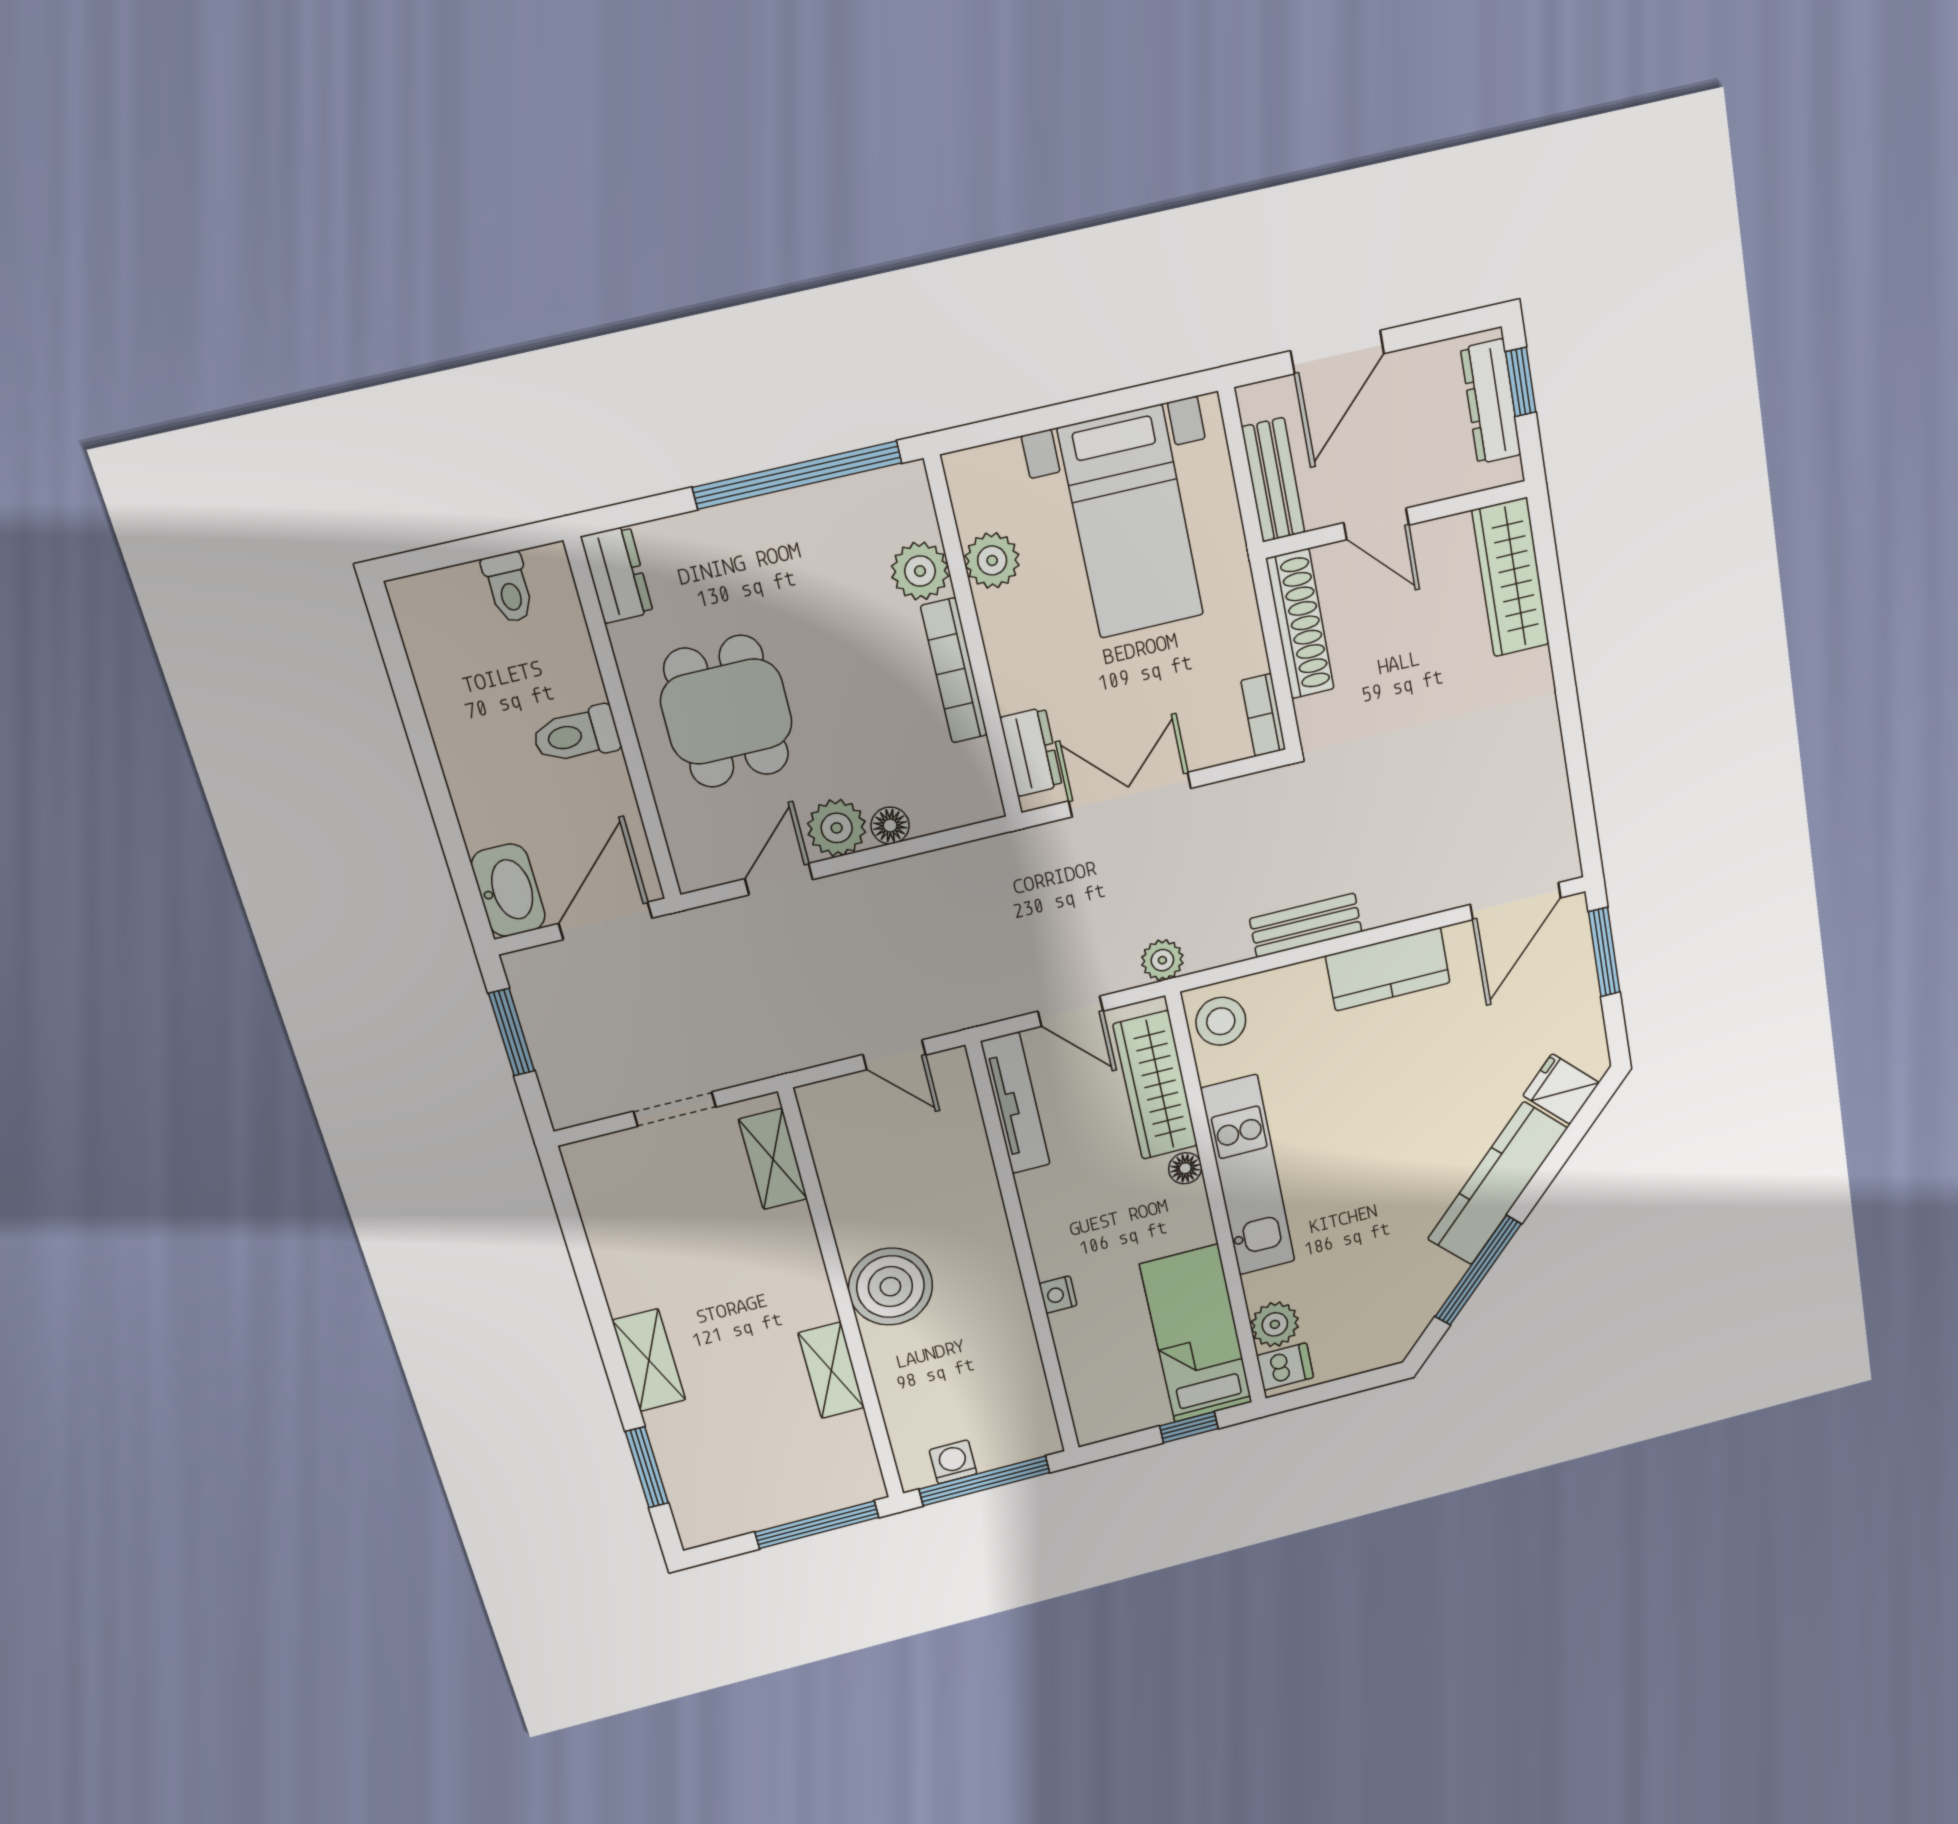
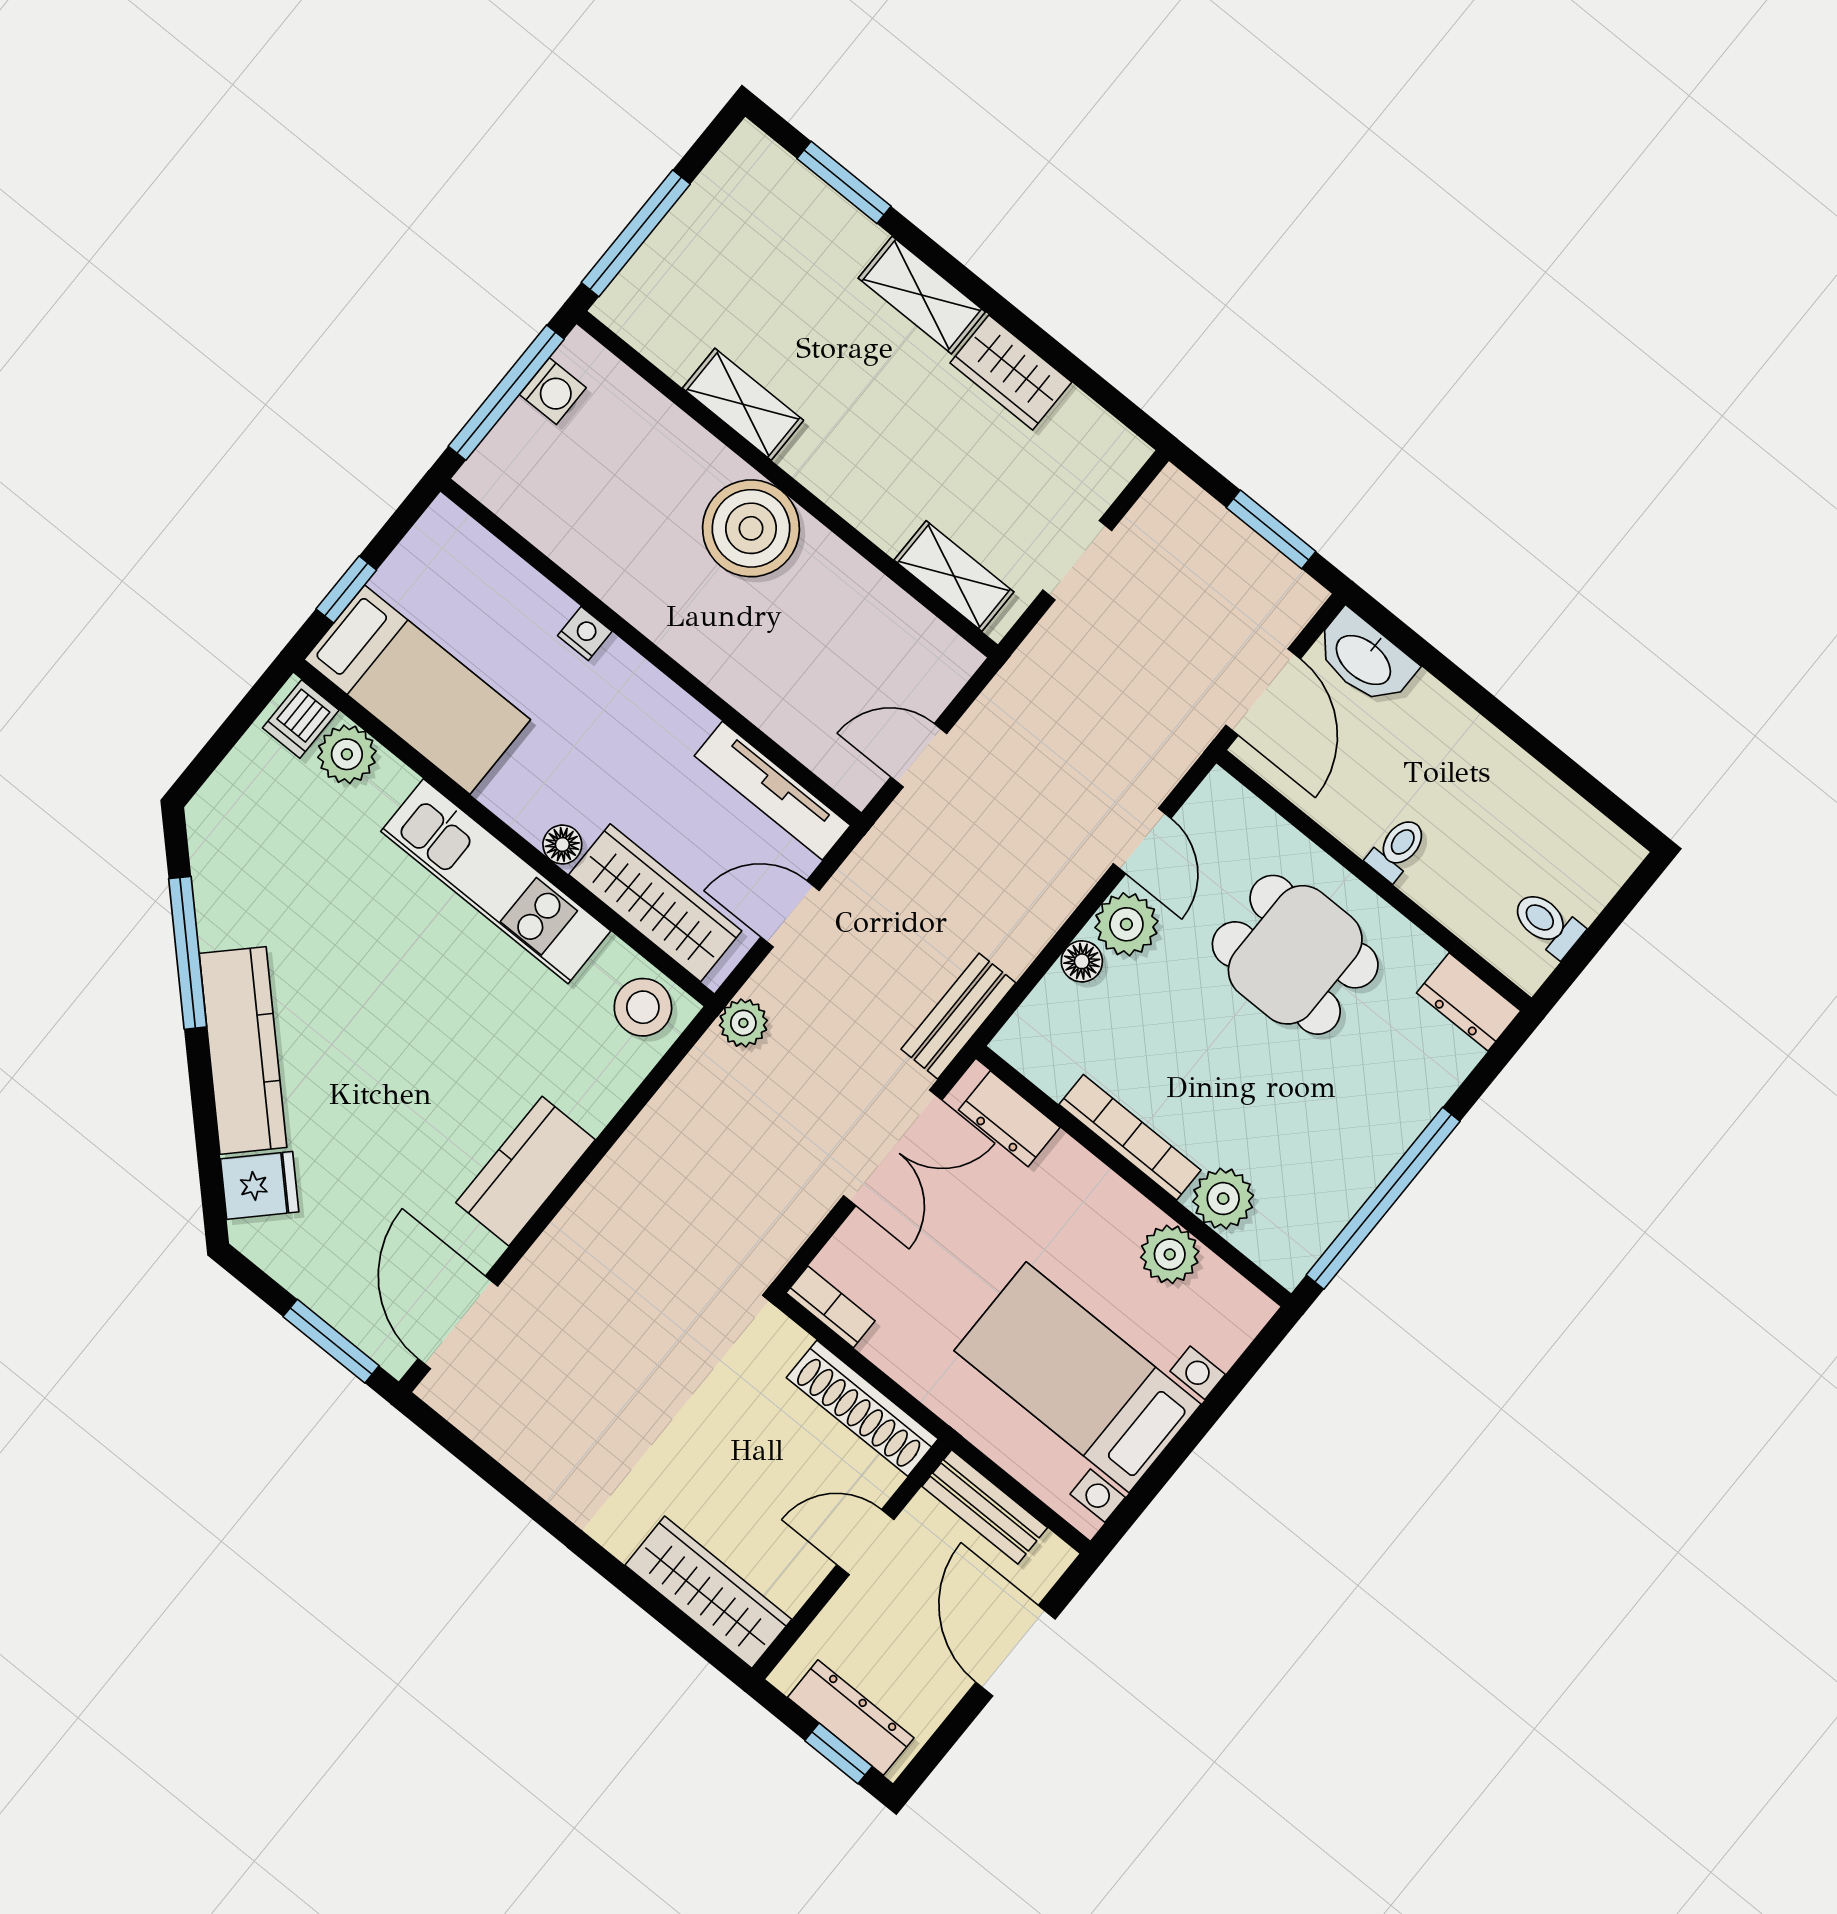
toilet: (576, 735) -> (1397, 849), width x0.73, depth x0.72
bench: (1306, 925) -> (958, 1016), moved
wardrobe: (624, 1268) -> (1011, 373), added

